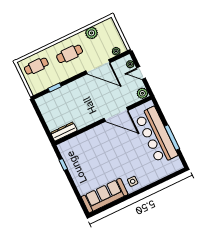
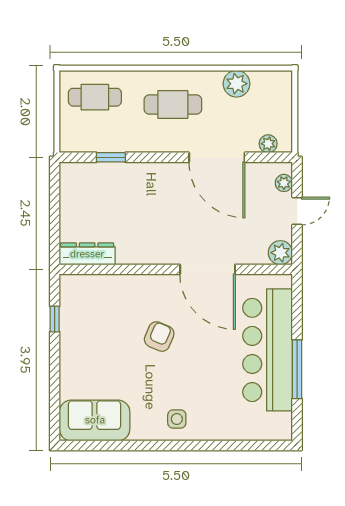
door: (141, 73) -> (297, 211), swing flipped
armchair: (109, 151) -> (159, 337), added
sofa: (105, 196) -> (95, 420), width x0.73

